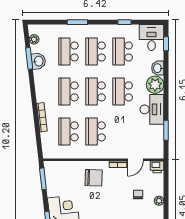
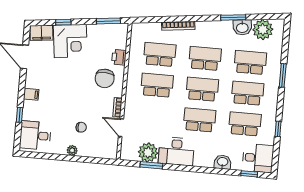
plant: (34, 39) -> (263, 30), width x1.88, depth x1.88
window: (29, 58) -> (233, 17), moved
plant: (155, 85) -> (148, 152), moved
printer: (157, 167) -> (119, 57), moved

